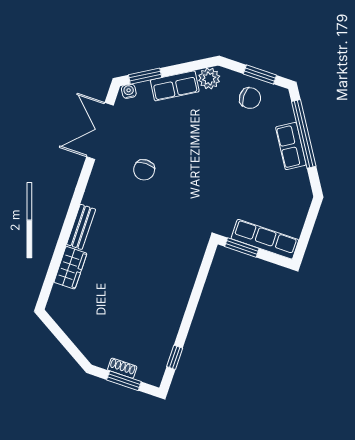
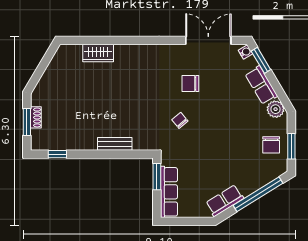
row of seats: (291, 146) -> (225, 201), moved
chair: (184, 197) -> (180, 120), added
bench: (81, 227) -> (115, 144), moved

